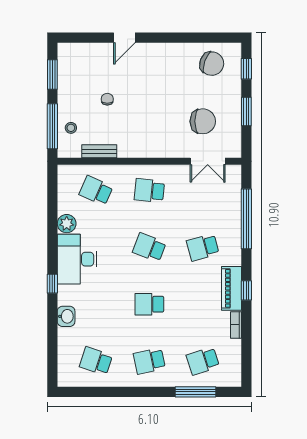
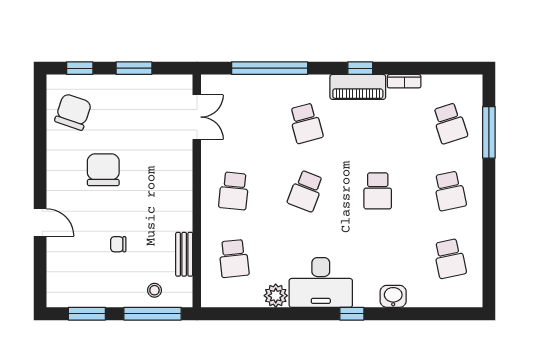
chair: (203, 121) -> (103, 170), moved
school desk: (96, 191) -> (234, 259), turned -30
school desk: (96, 361) -> (450, 259), turned -30

